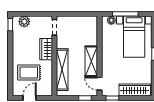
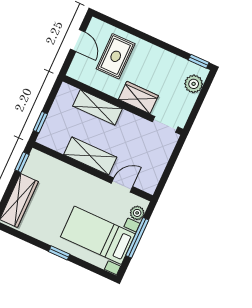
shelving: (62, 70) -> (98, 107), width x0.68
door: (100, 84) -> (122, 185), moved

